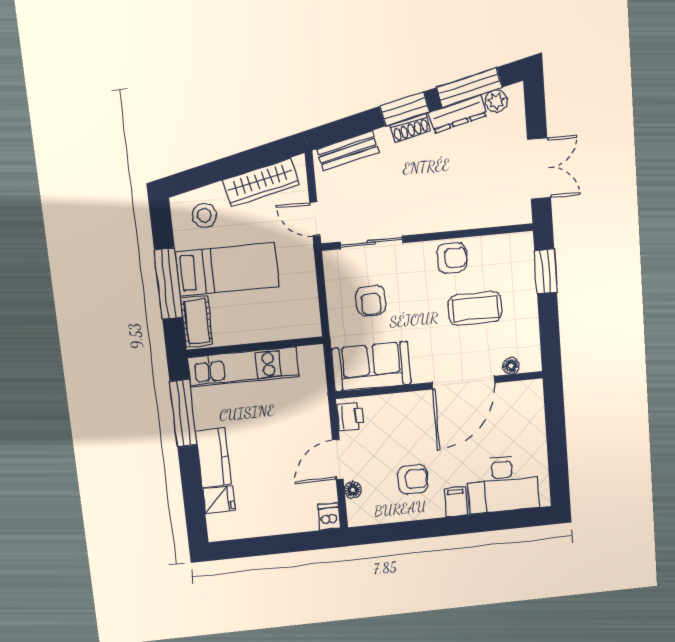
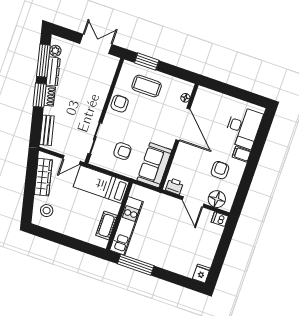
bed: (227, 269) -> (101, 184), moved, turned -90
window: (168, 284) -> (71, 242), removed
coffee table: (475, 308) -> (147, 86), moved, turned 90
cot: (197, 321) -> (106, 225), moved, turned 90
kitchen counter: (214, 458) -> (164, 261), removed
floor lamp: (353, 490) -> (217, 199), width x1.89, depth x1.89
fridge: (219, 500) -> (201, 274), moved

